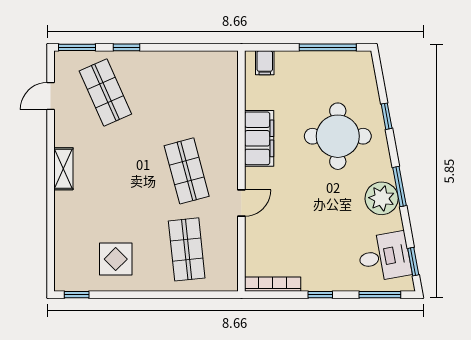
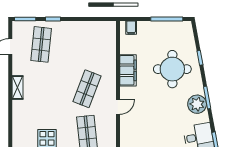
shop shelf: (105, 92) -> (41, 44), turned 30
shop shelf: (187, 171) -> (87, 89), turned 36

